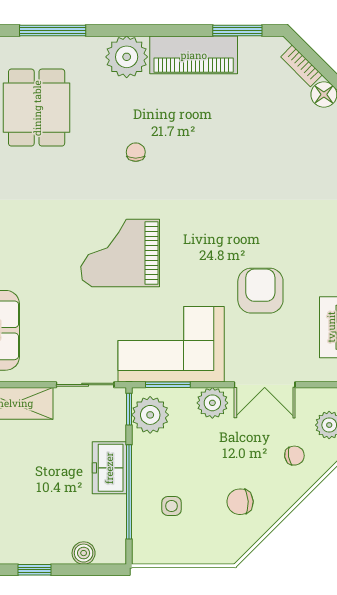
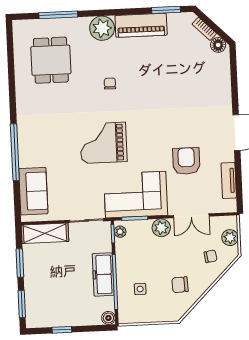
plant: (150, 415) -> (120, 232), width x0.53, depth x0.53
freezer: (109, 468) -> (103, 274), width x1.40
boiler: (84, 553) -> (108, 318), moved

